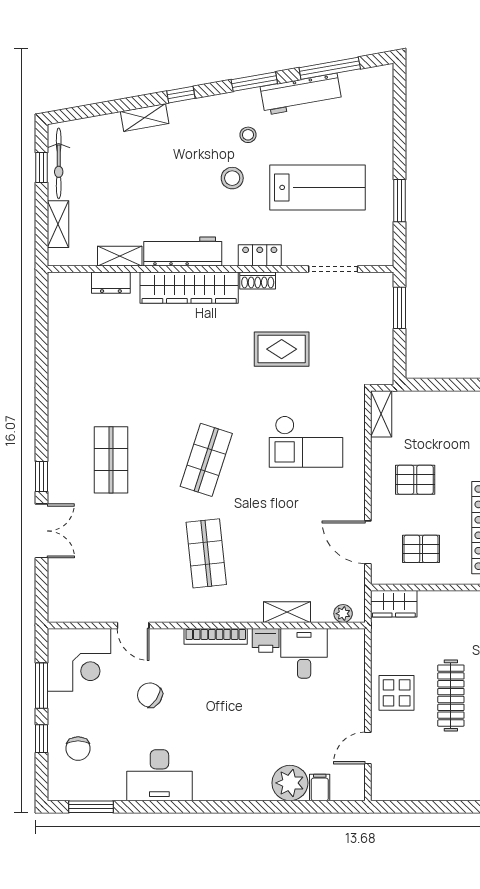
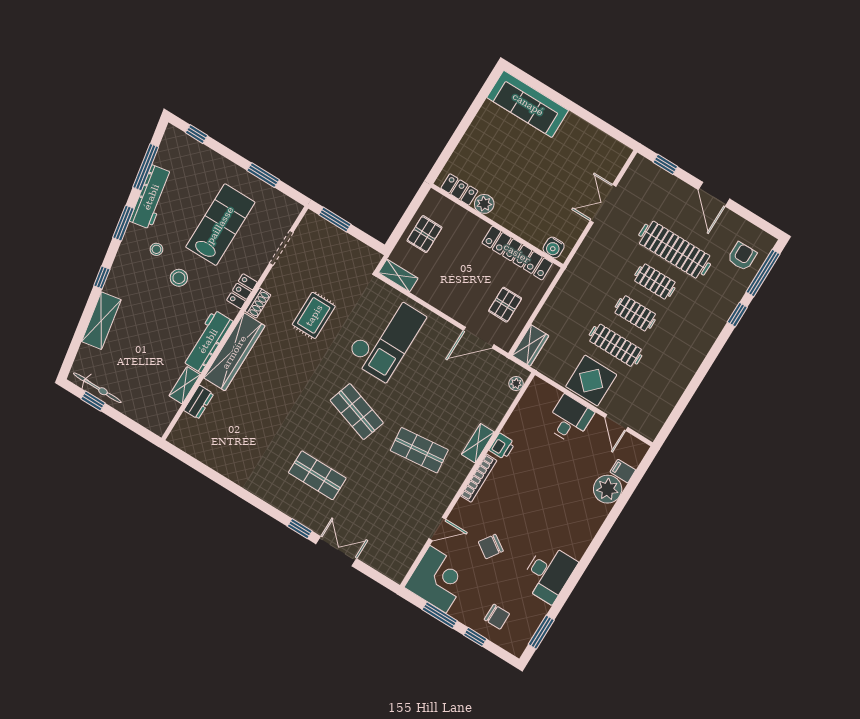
window: (399, 101) -> (197, 134), added
shelving: (145, 117) -> (101, 321), width x1.50, depth x1.33
shelving: (58, 224) -> (138, 413), removed
checkout: (306, 442) -> (386, 337), width x1.36, depth x1.21
pallet: (415, 480) -> (424, 234), moved
shelving: (287, 612) -> (478, 443), moved
desk: (304, 653) -> (569, 419), moved, turned 90
display table: (397, 693) -> (591, 381), width x1.36, depth x1.36

